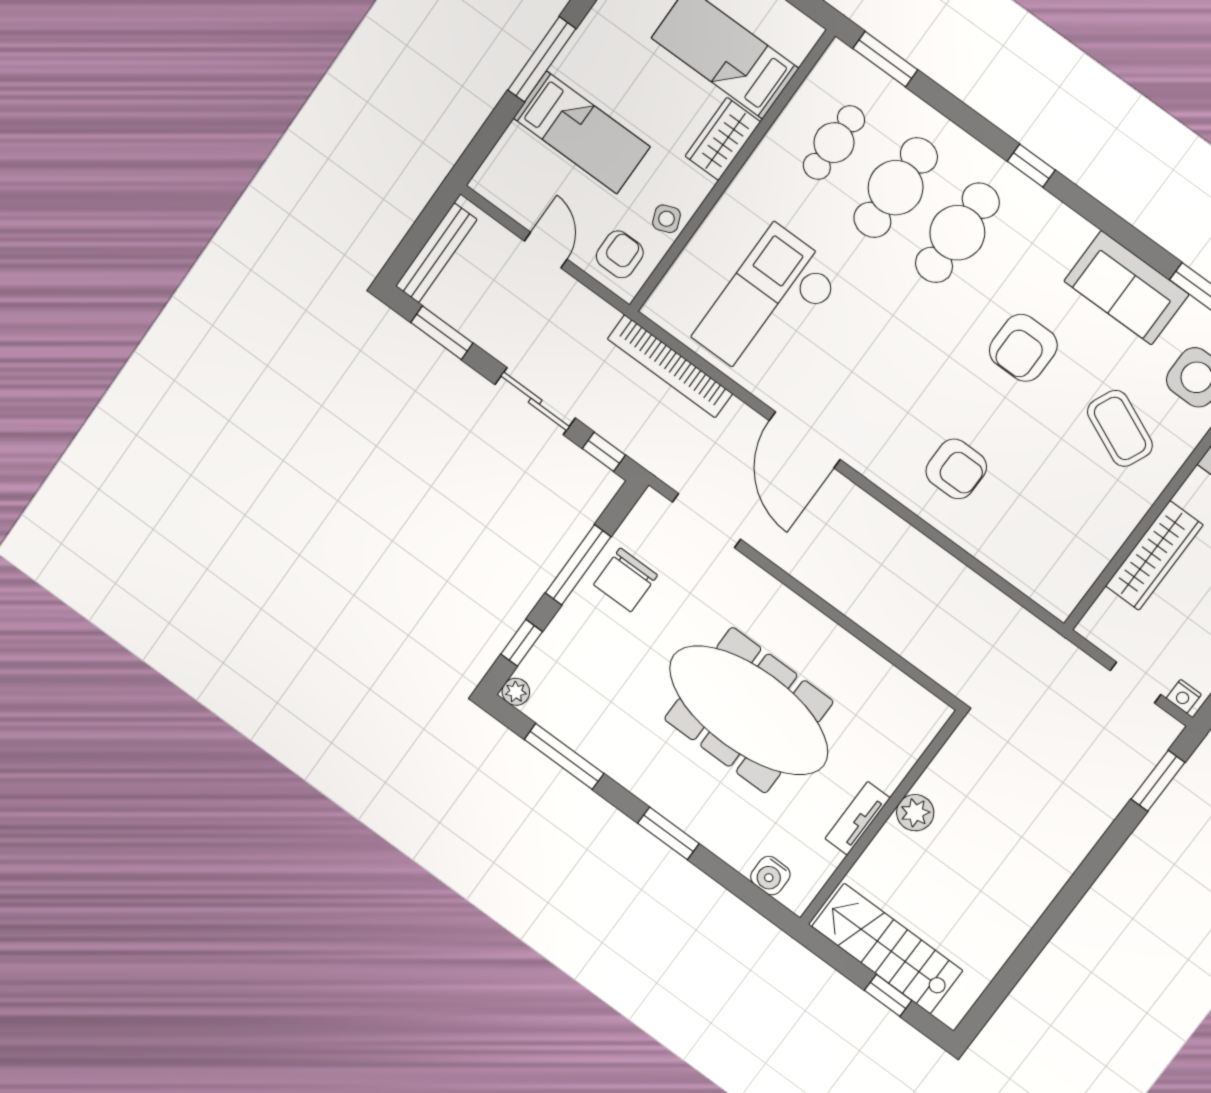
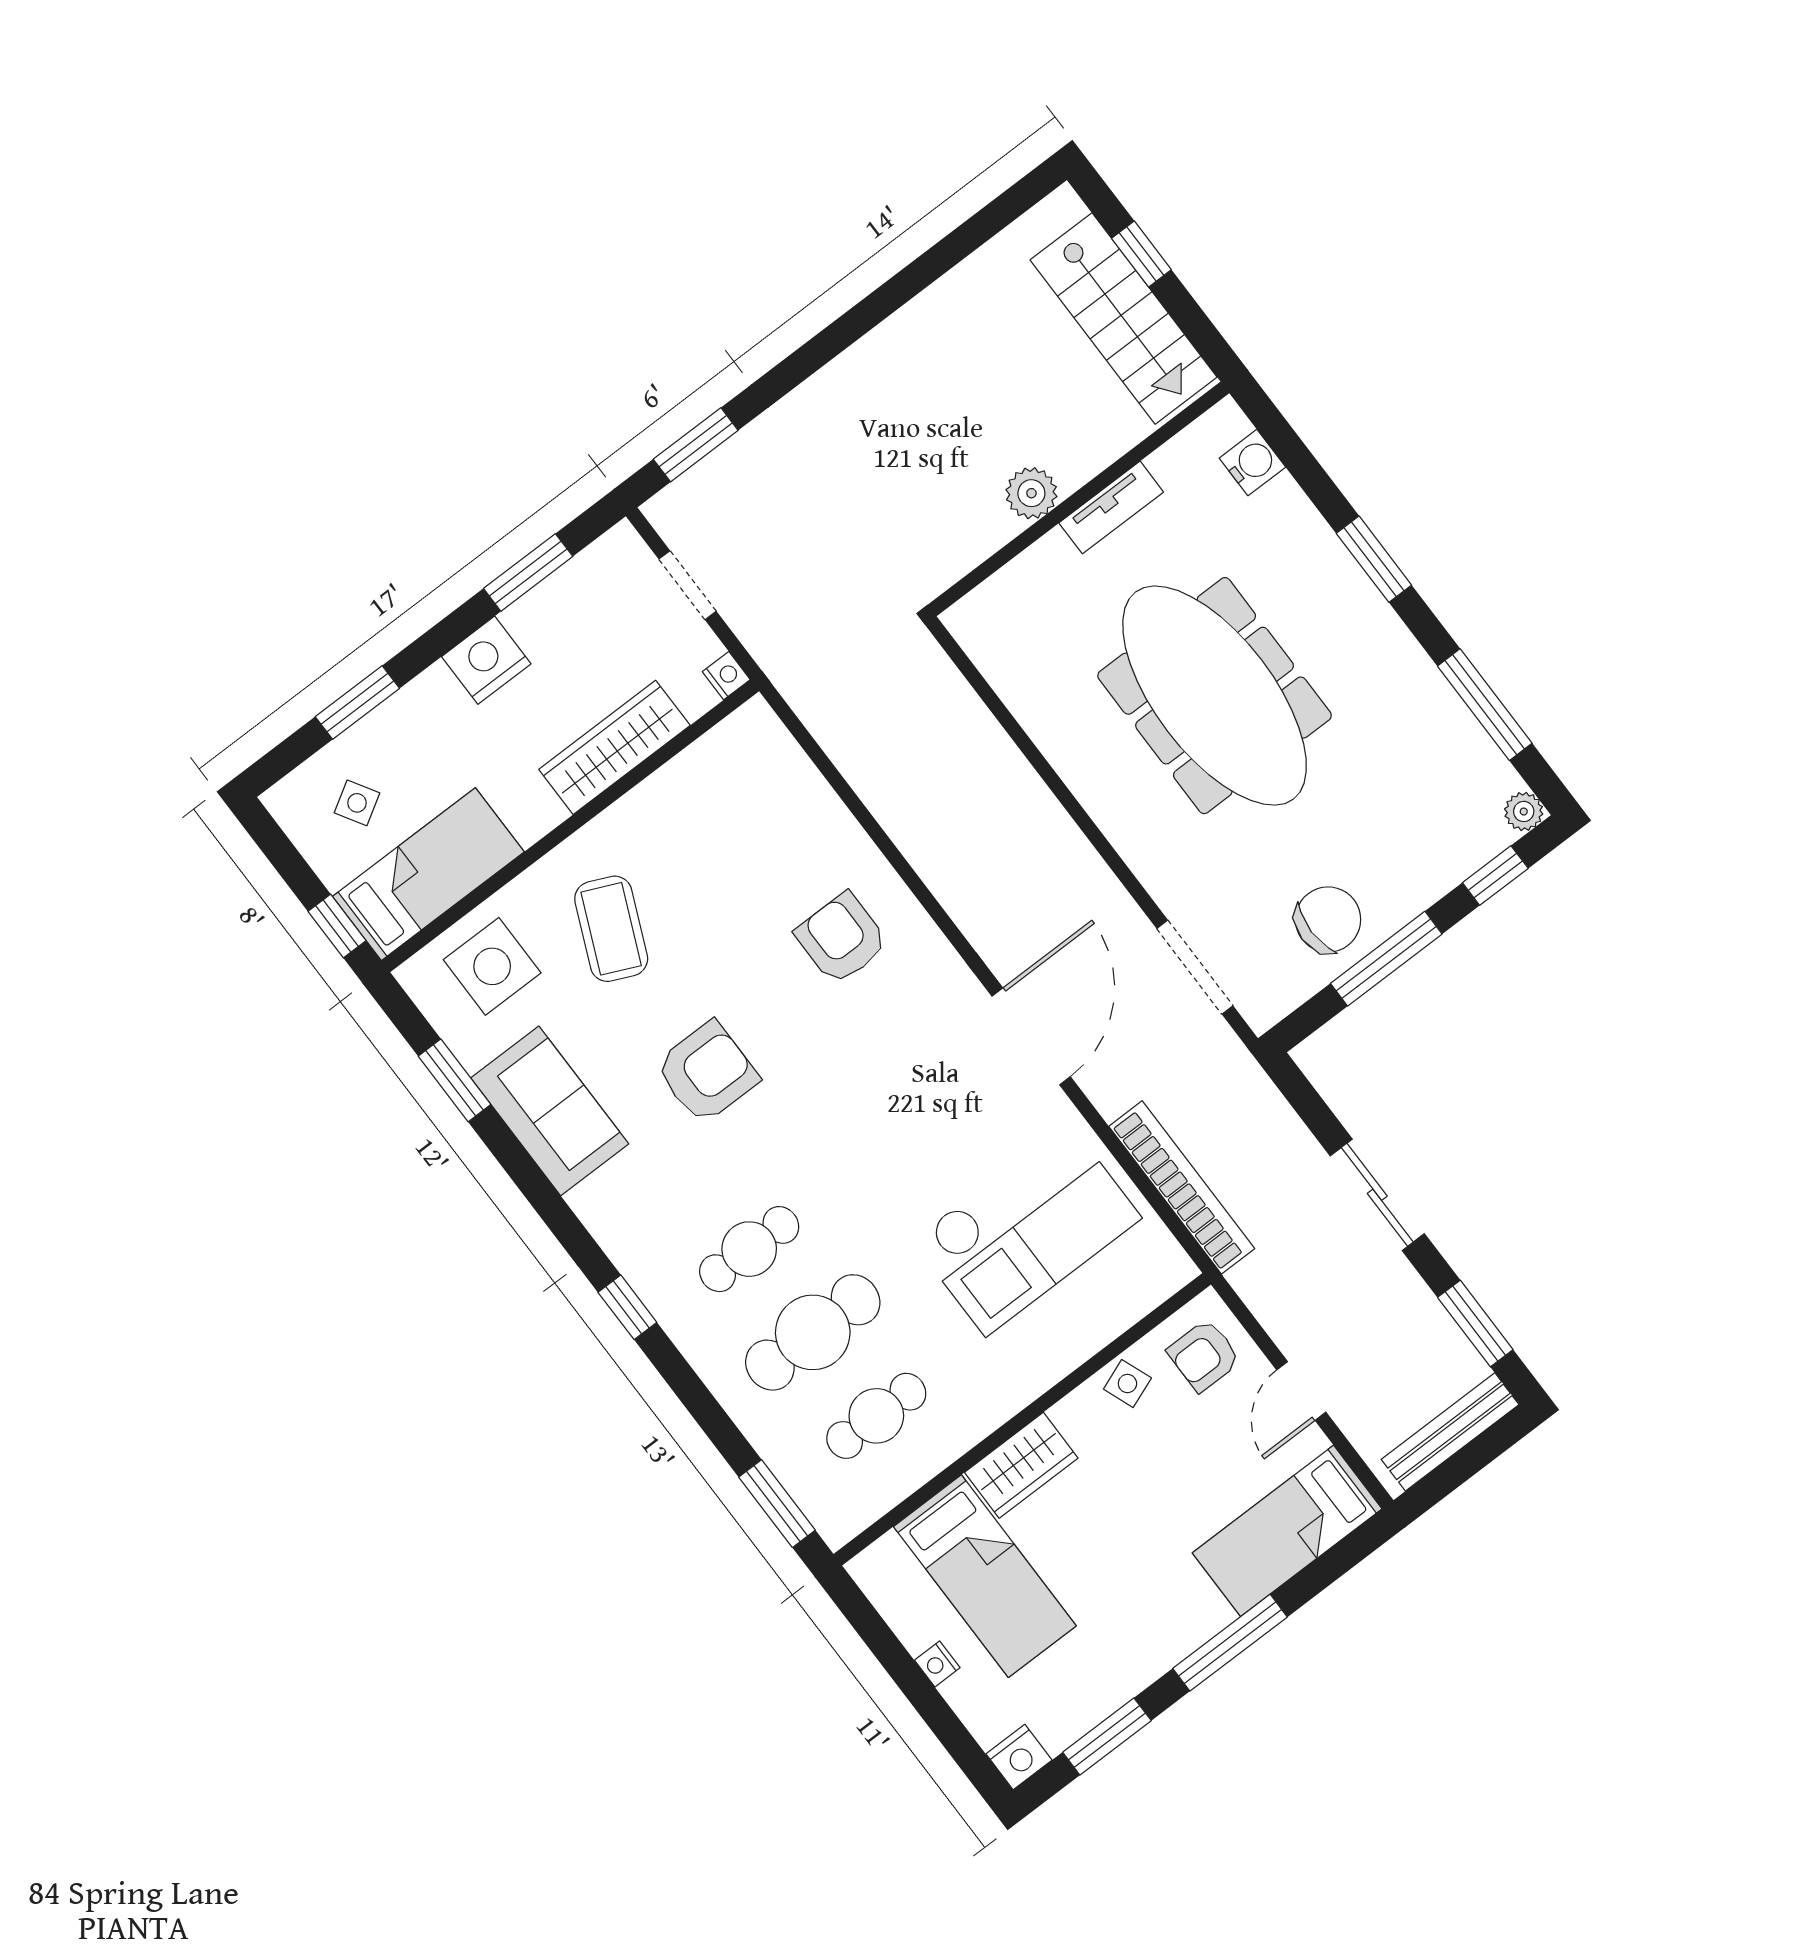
bed: (582, 132) -> (1287, 1531), moved, turned -90
cafe table: (957, 233) -> (749, 1249), width x0.73, depth x0.74
window: (604, 452) -> (1305, 1100), removed
nightstand: (1184, 696) -> (726, 676), moved

